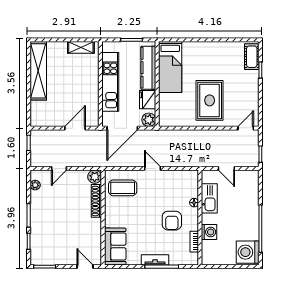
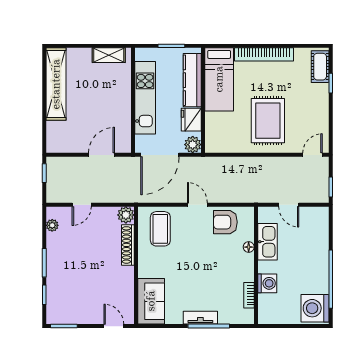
bookcase: (206, 47) -> (264, 54), added
coffee table: (123, 188) -> (160, 229), turned 90
armchair: (172, 221) -> (225, 222), moved, turned 90

